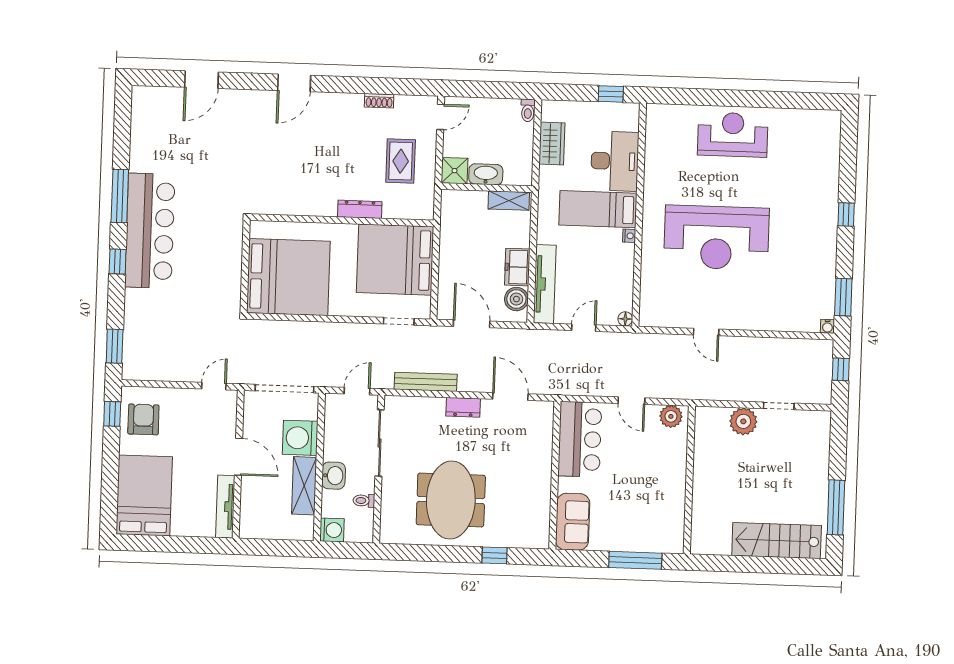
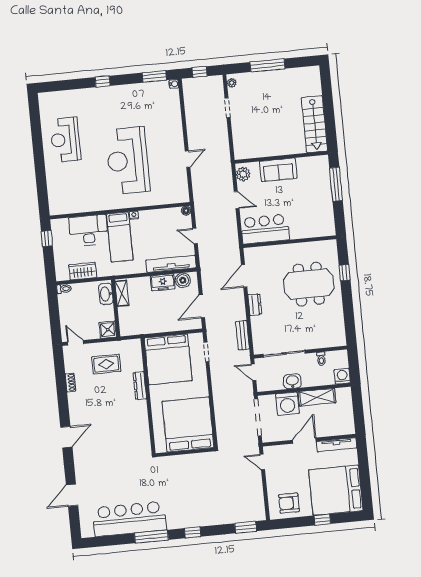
door: (201, 80) -> (72, 495), swing flipped
door: (294, 83) -> (66, 437), hinge flipped
reception desk: (733, 135) -> (65, 140), moved
washbasin: (486, 174) -> (106, 294), moved
bar counter: (150, 231) -> (129, 519), moved
reception desk: (716, 238) -> (128, 161), turned 180
bench: (426, 382) -> (242, 335), width x0.73
door: (631, 401) -> (237, 200), hinge flipped
window: (112, 414) -> (322, 520), moved
plant: (743, 421) -> (232, 83), moved, width x0.53, depth x0.53
washbasin: (334, 476) -> (292, 381), moved
bed: (144, 495) -> (336, 490), width x1.36
meeting table: (451, 500) -> (309, 284), moved
window: (836, 507) -> (267, 65), moved
sofa: (573, 522) -> (278, 170), moved, turned 180
stairs: (777, 541) -> (314, 124), moved

